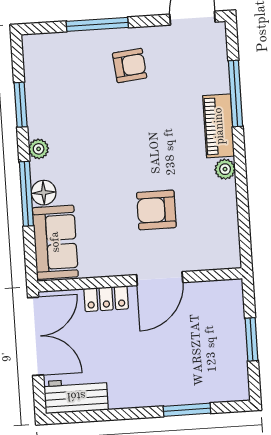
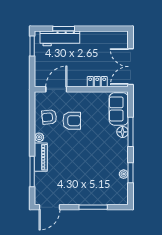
armchair: (130, 66) -> (49, 117), moved
plant: (39, 149) -> (124, 174), moved
door: (160, 279) -> (56, 89), moved
window: (251, 339) -> (32, 46), moved
workbench: (76, 396) -> (60, 38), moved, width x1.38

